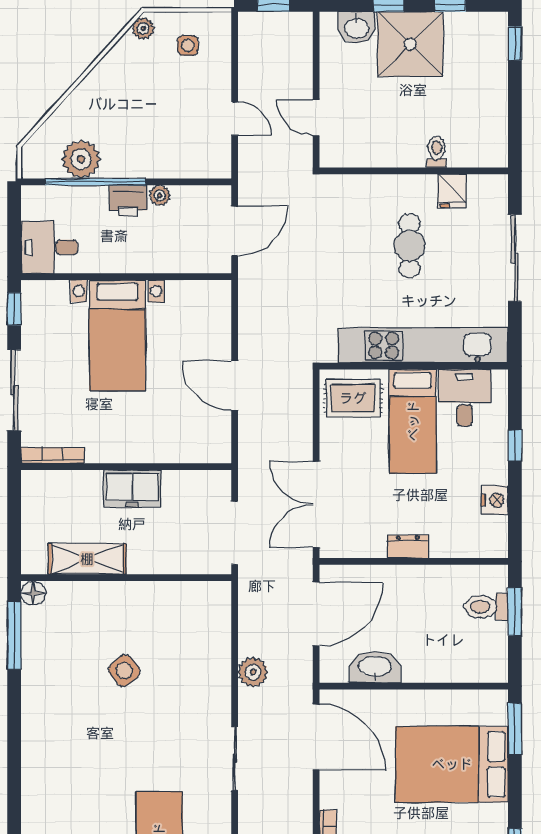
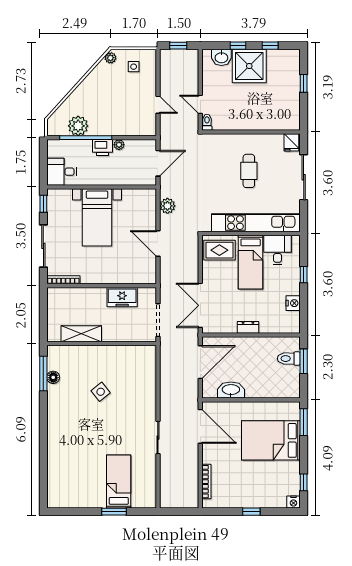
window: (515, 43) -> (304, 83), moved
toilet: (437, 152) -> (207, 122), moved
fridge: (452, 191) -> (291, 142), moved
freezer: (132, 489) -> (122, 297), moved
floor lamp: (33, 593) -> (53, 377), moved
plant: (253, 672) -> (167, 206), moved

